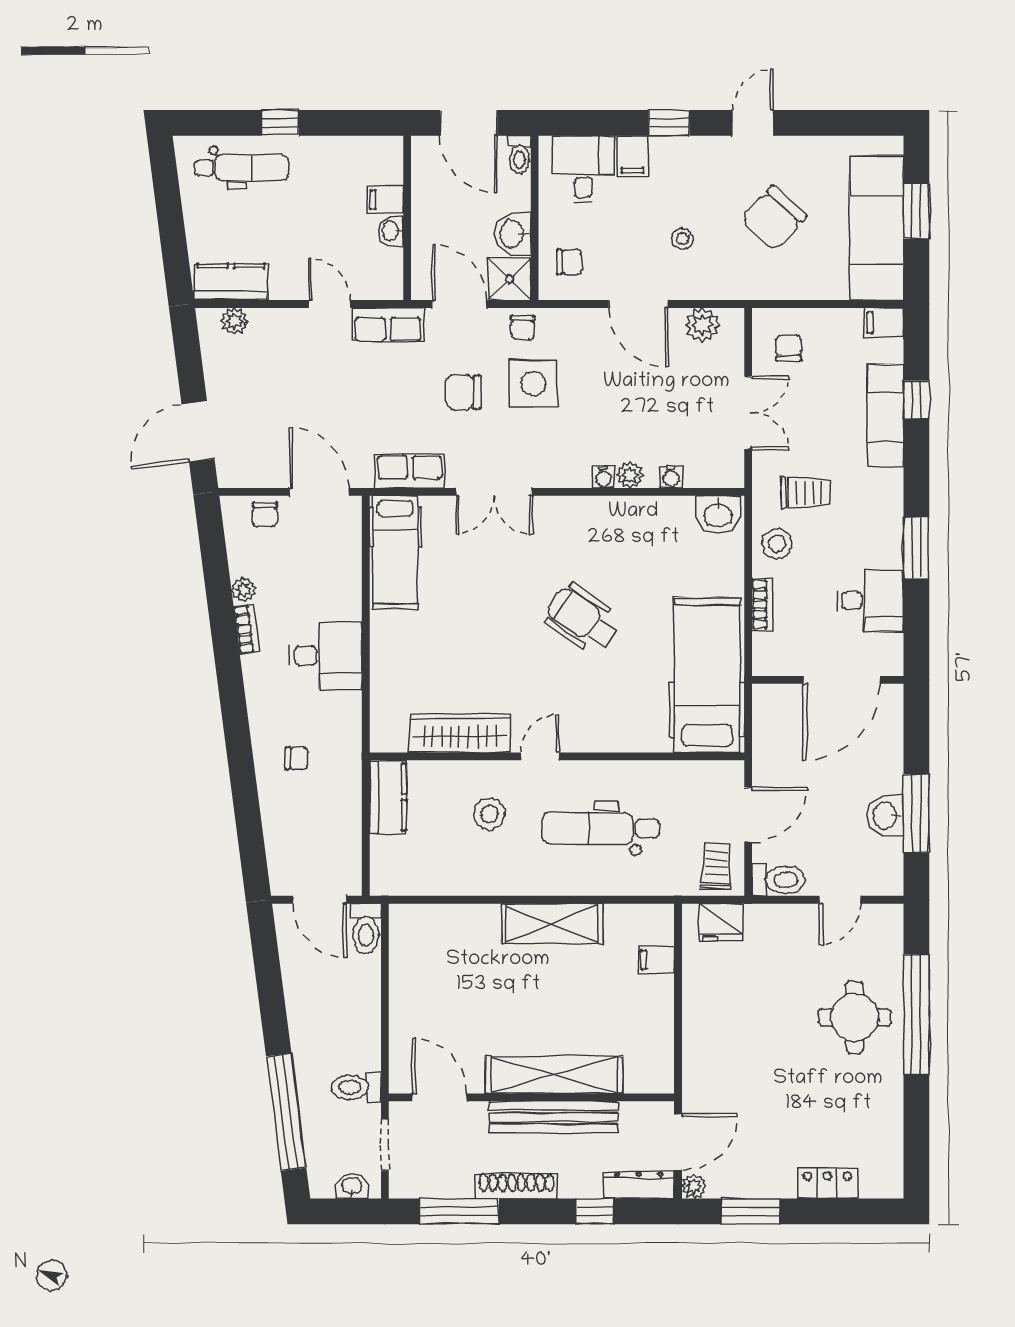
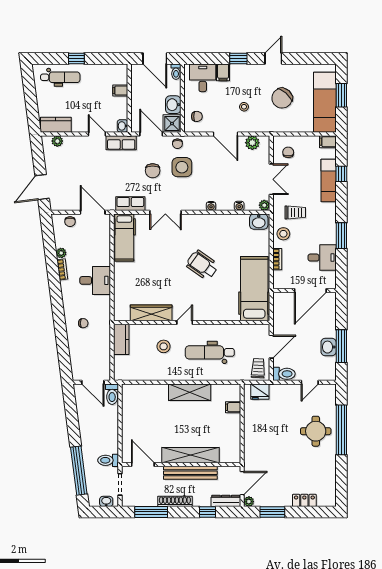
washbasin: (391, 231) -> (122, 126), moved
chair: (463, 392) -> (153, 171), turned -90
plant: (630, 475) -> (264, 205), moved

